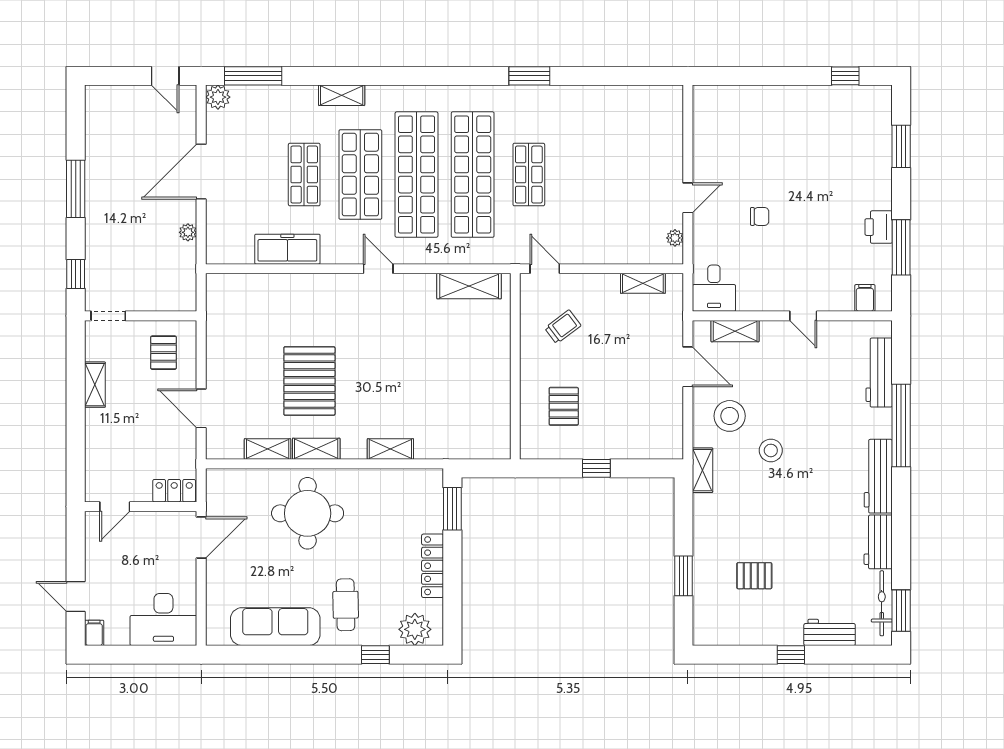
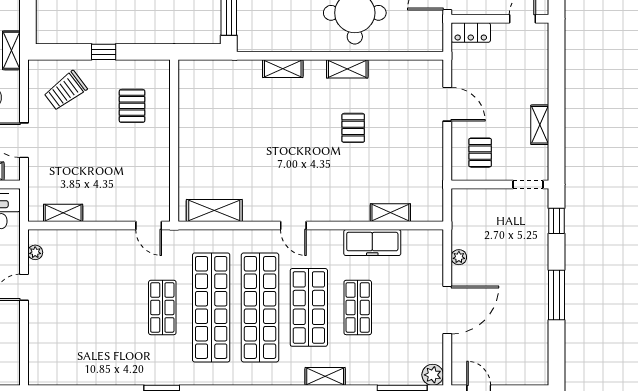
trolley: (563, 327) -> (65, 91), moved, width x1.36, depth x1.39
pallet: (309, 381) -> (353, 128), width x0.49, depth x0.50
shelving: (268, 449) -> (390, 213), moved

